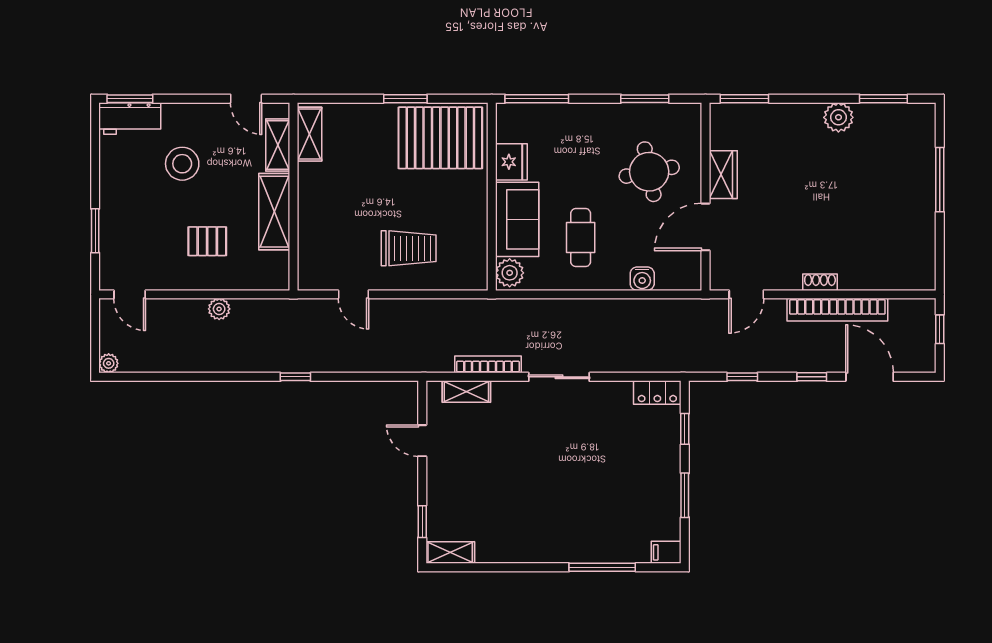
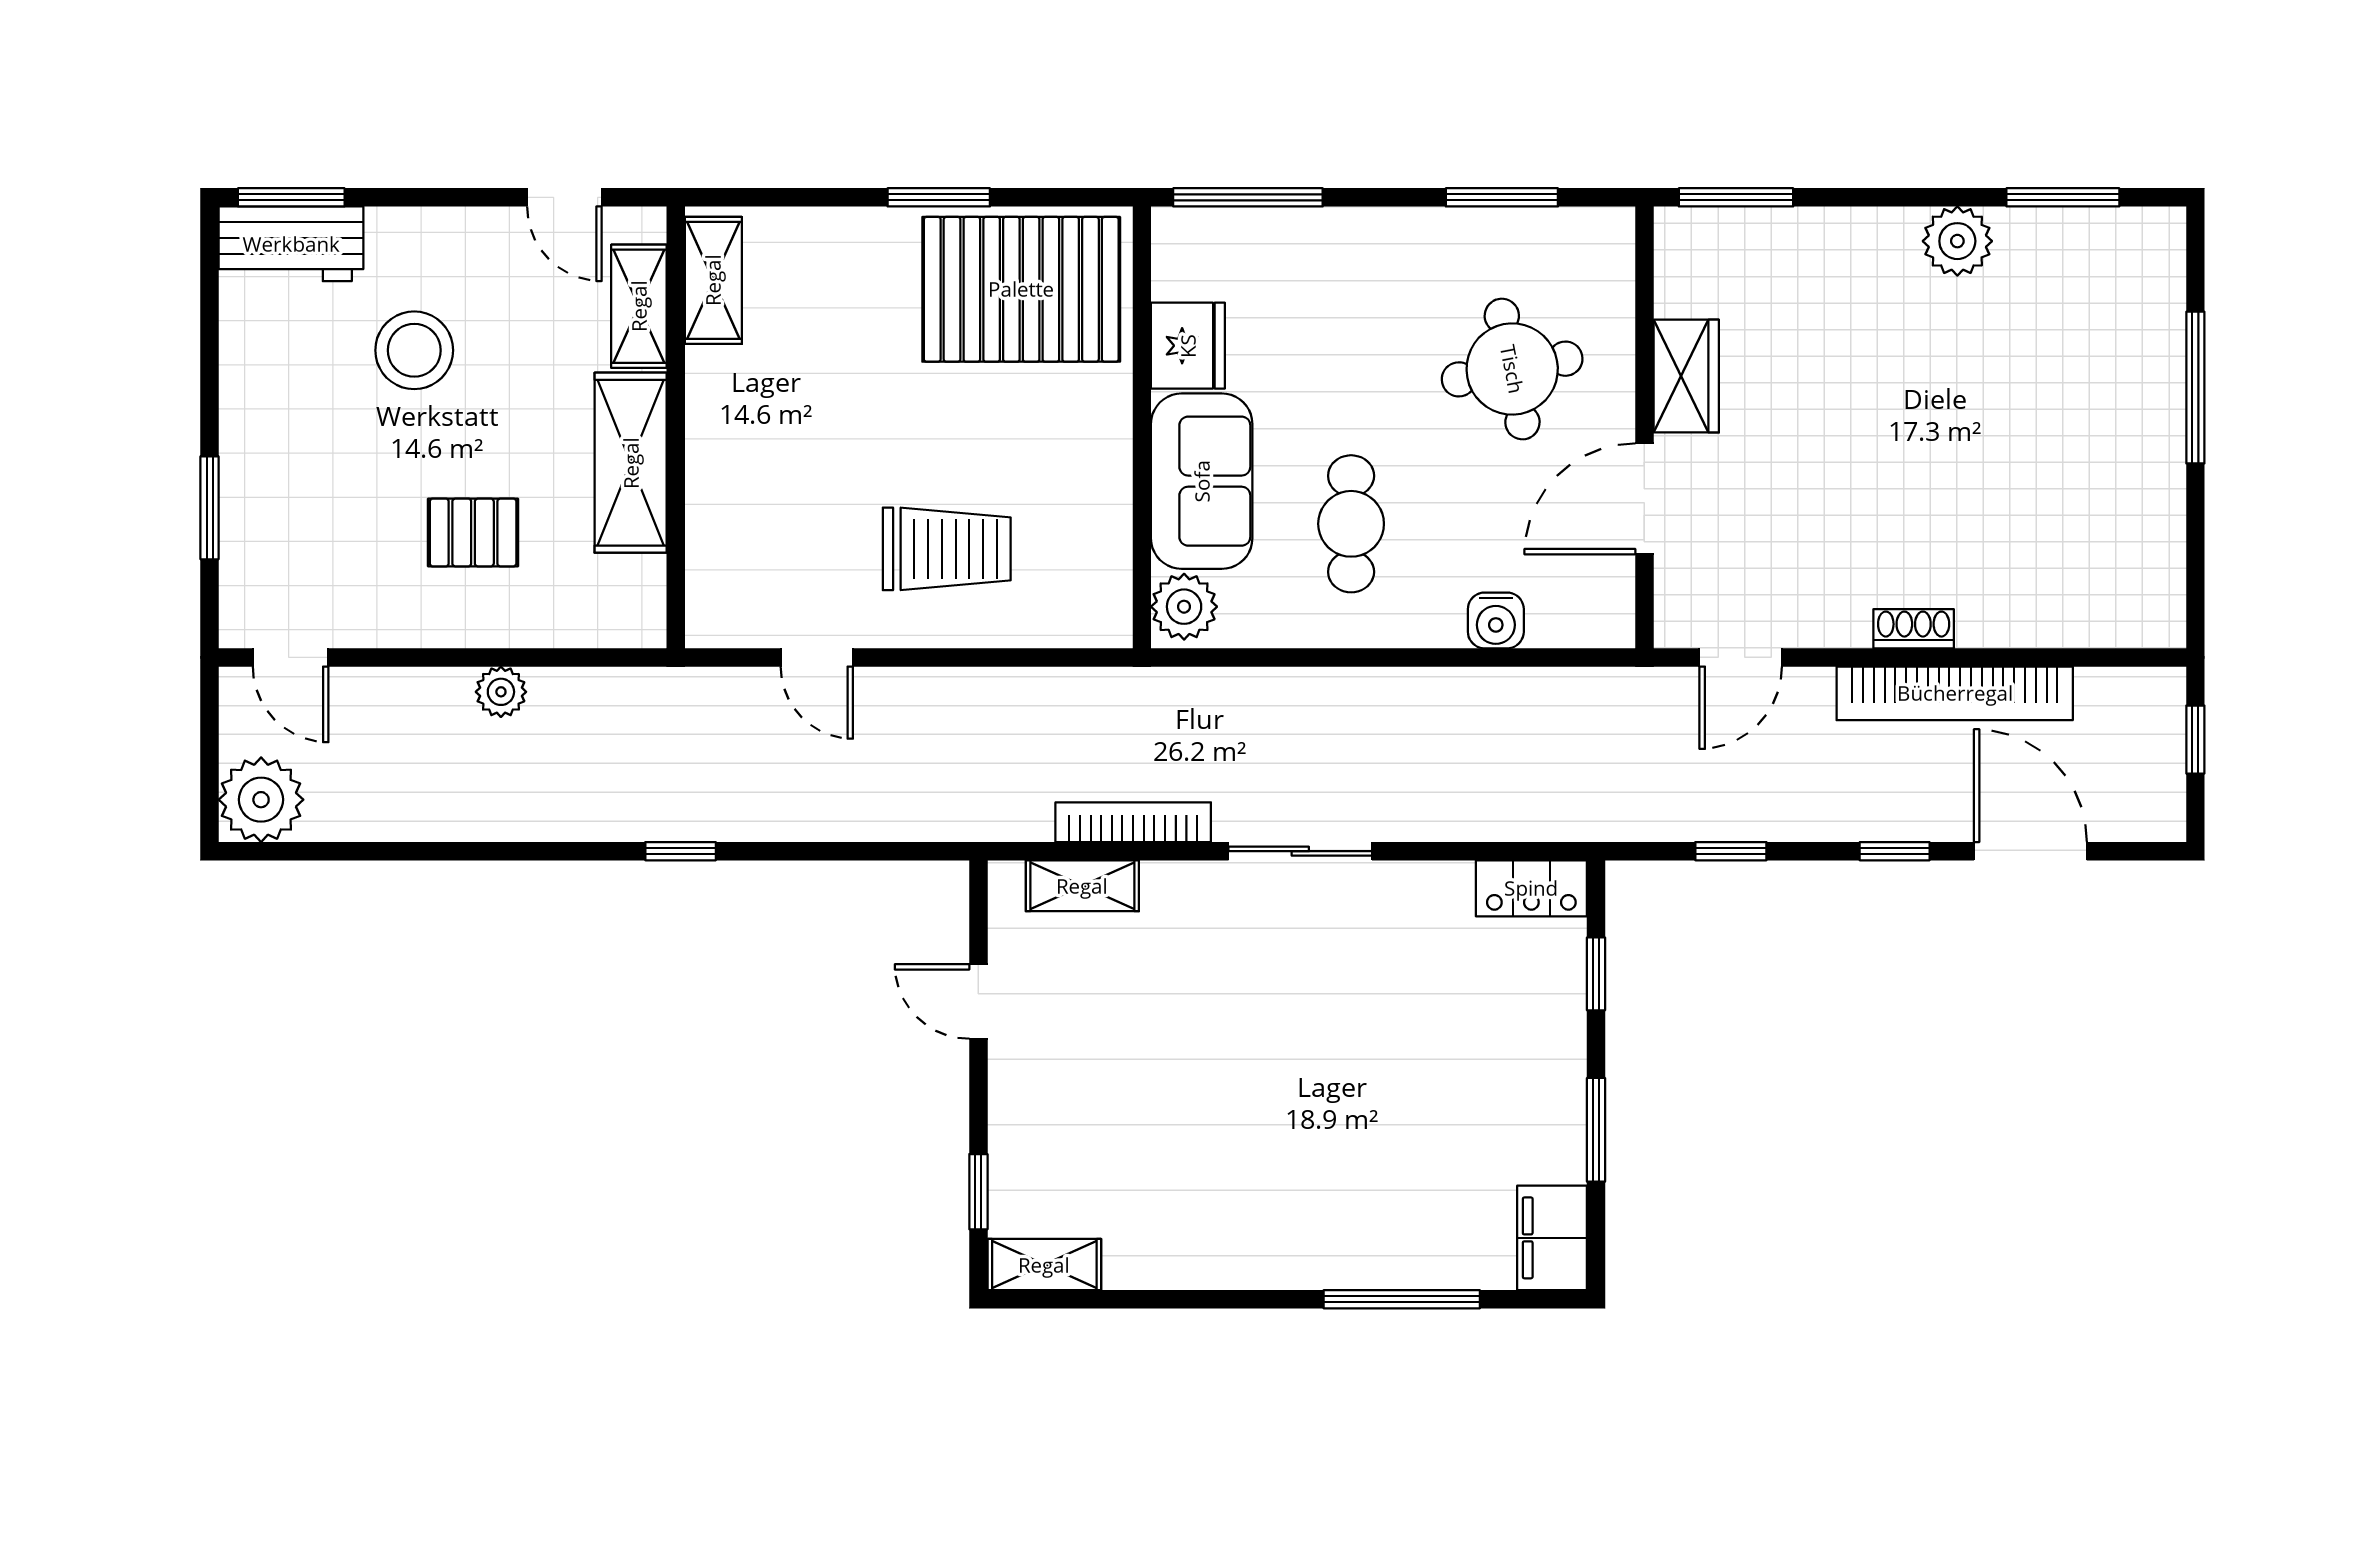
plant: (109, 363) -> (261, 800), width x1.88, depth x1.88
filing cabinet: (666, 552) -> (1552, 1238), width x2.00

